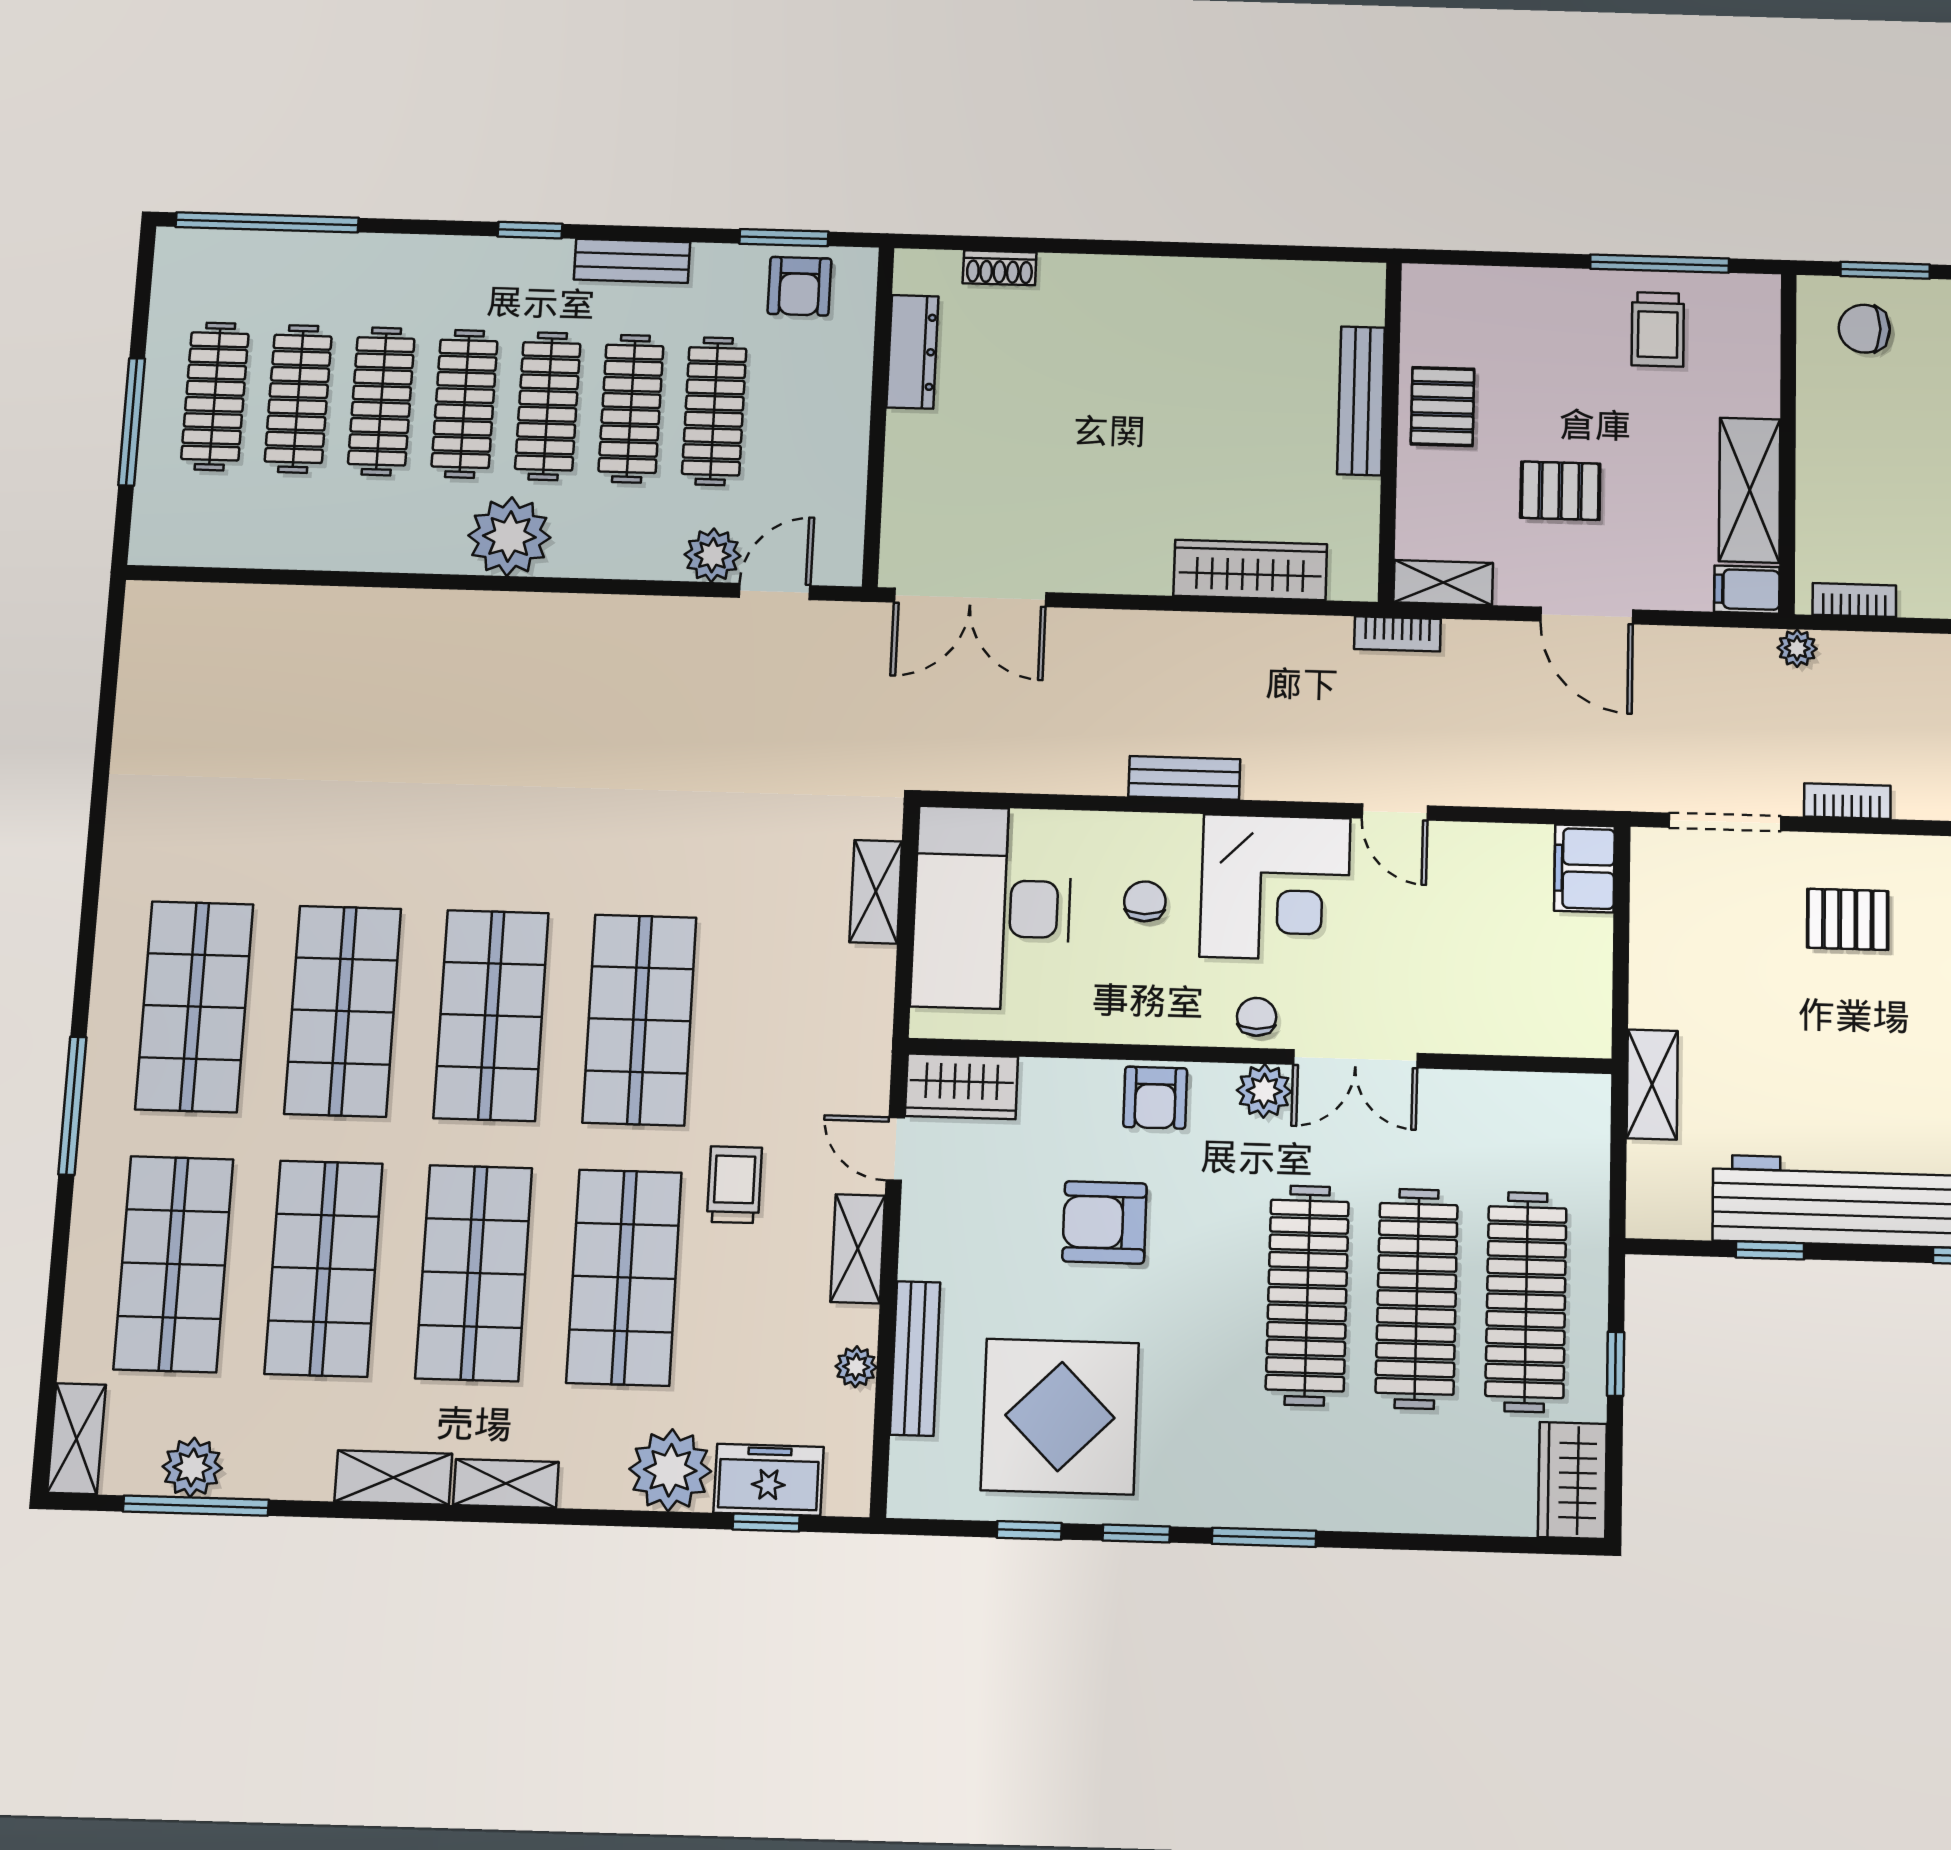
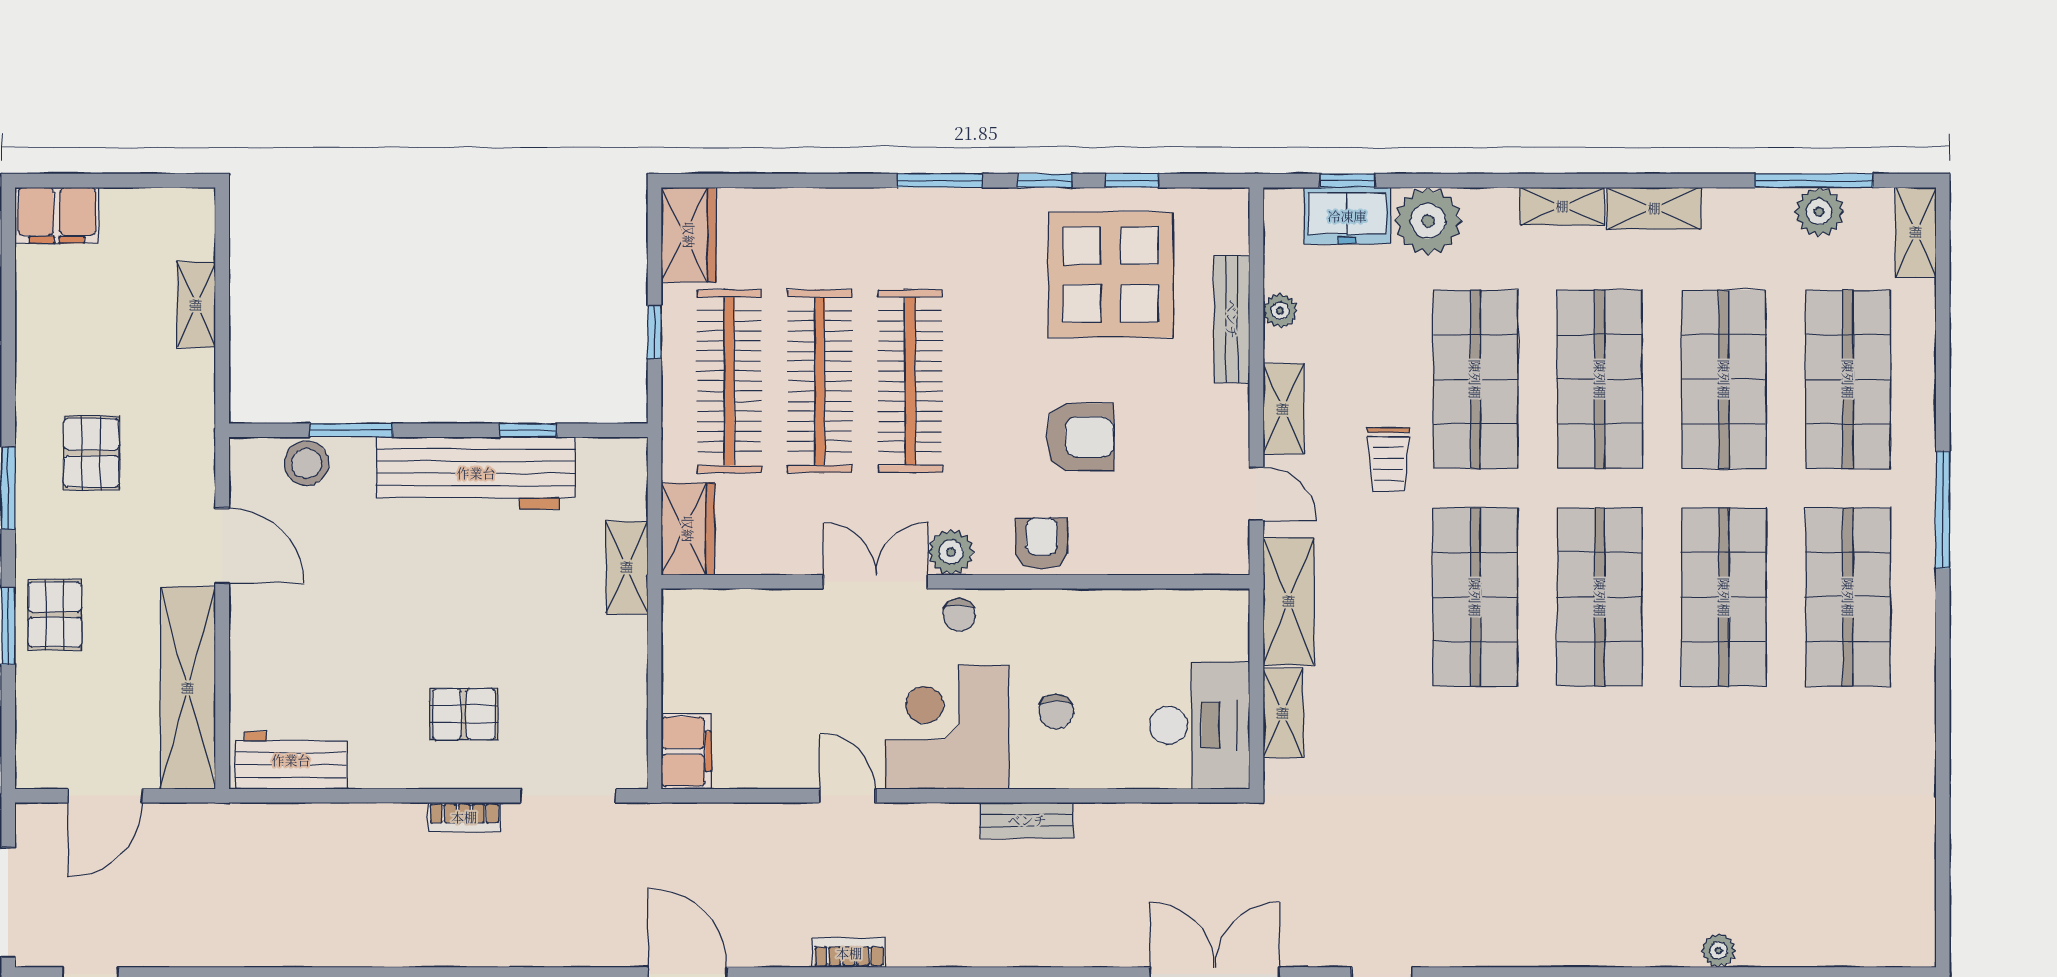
plant: (1797, 648) -> (1719, 951), moved
desk: (992, 908) -> (1200, 725), width x0.73, depth x0.77
shelving: (863, 1021) -> (1289, 601), added
wardrobe: (961, 1086) -> (688, 529), moved, turned 90

